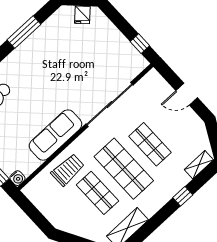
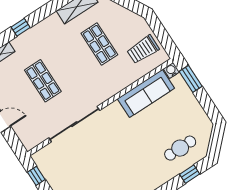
sofa: (55, 135) -> (146, 93), moved
shop shelf: (124, 169) -> (71, 62), removed
trolley: (68, 170) -> (143, 50), moved

